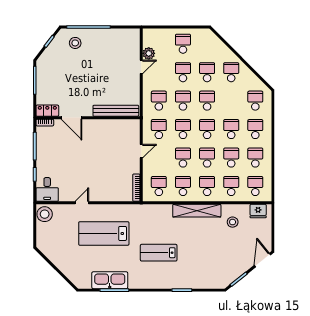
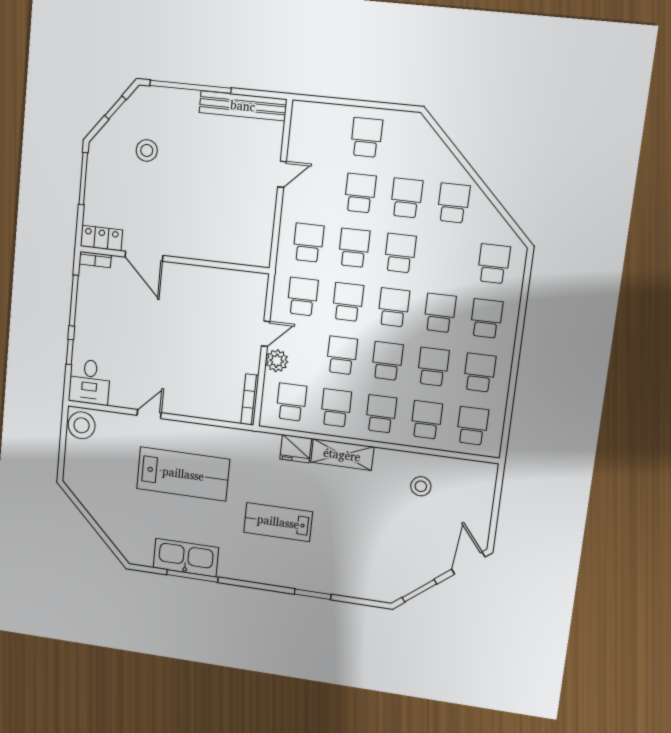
stool: (75, 43) -> (147, 150), moved
plant: (149, 53) -> (277, 361), moved
bench: (116, 111) -> (243, 106), moved
shelving: (197, 211) -> (342, 455), width x0.68
fridge: (258, 211) -> (296, 449), moved
lab bench: (104, 233) -> (183, 474), turned 180

